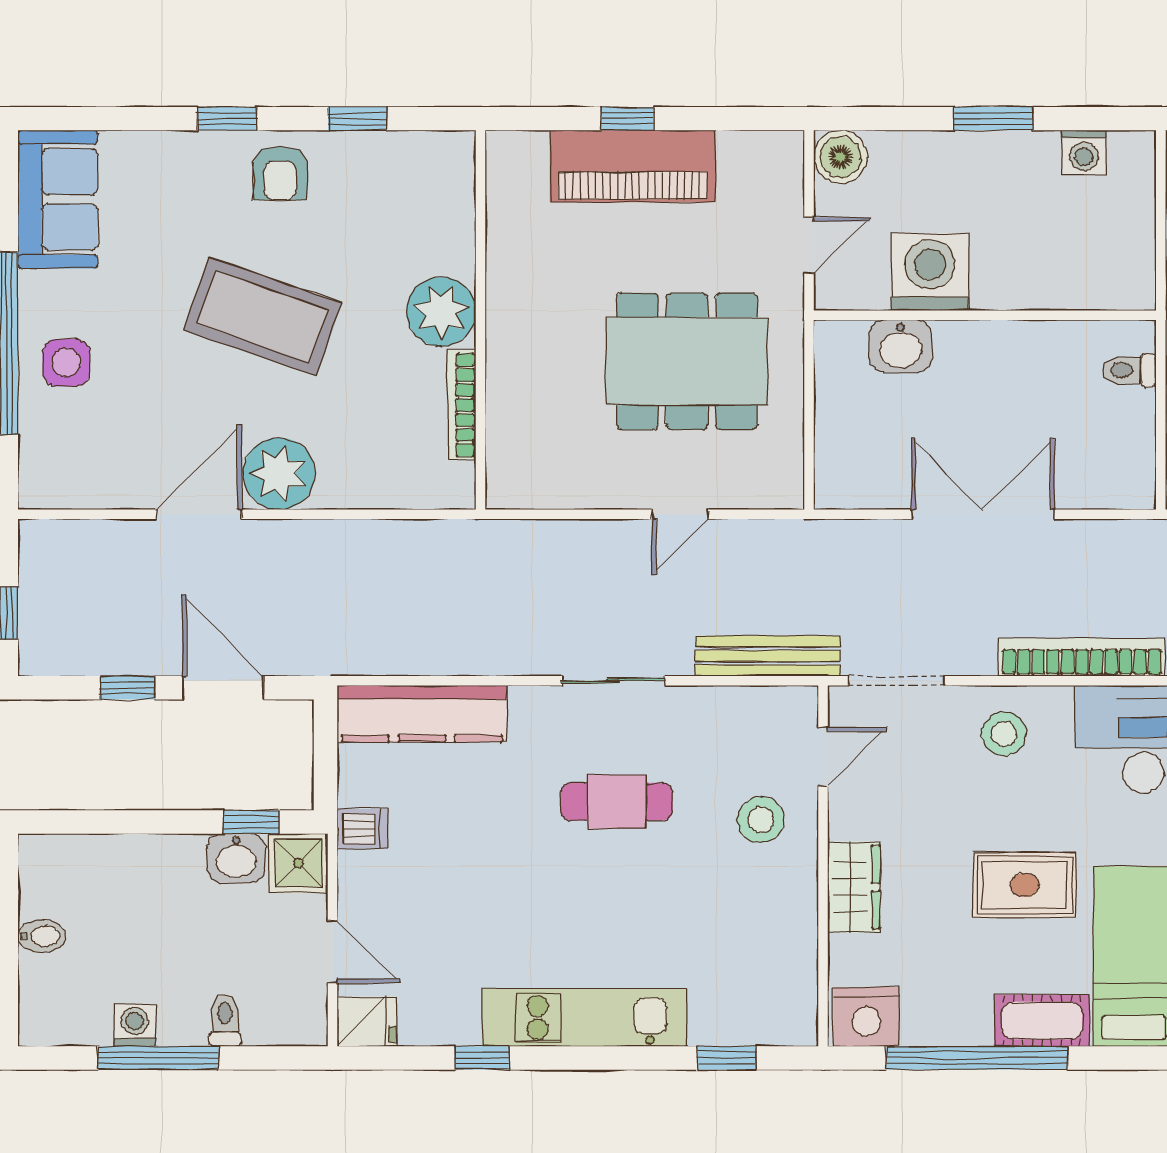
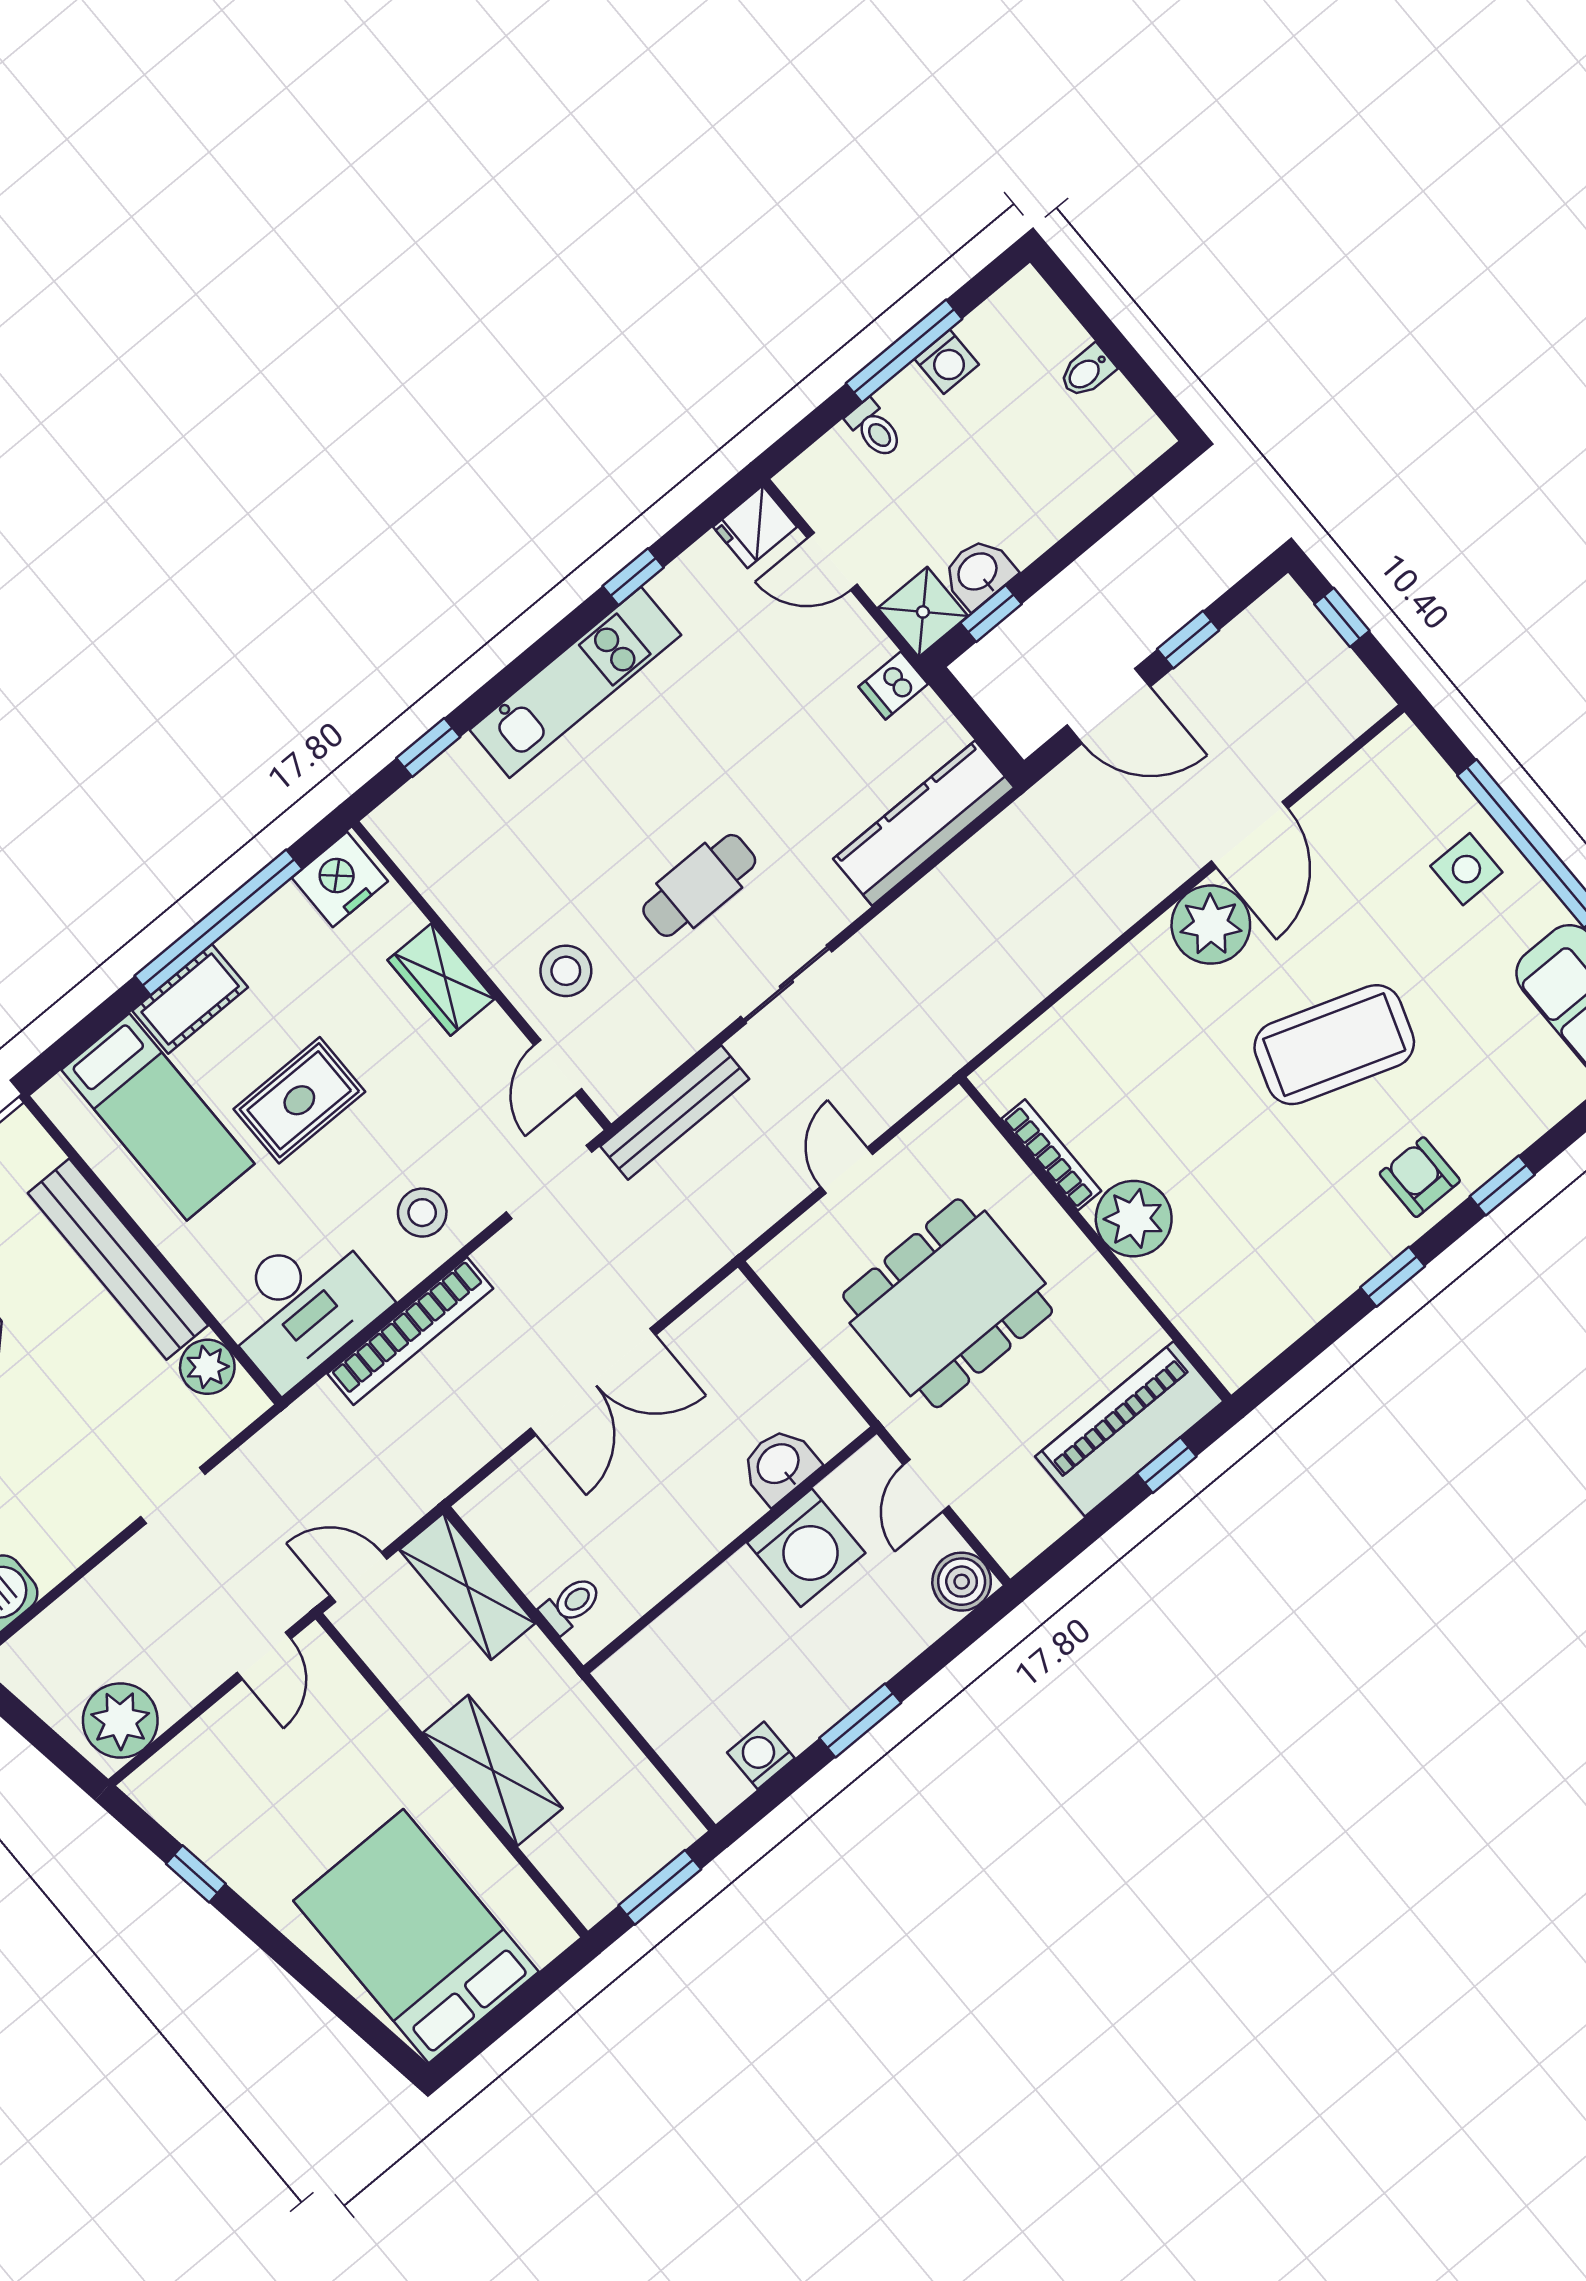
plant: (441, 312) -> (1134, 1219), moved
wall: (481, 320) -> (1095, 1239), moved
bookcase: (462, 405) -> (1051, 1155), moved

